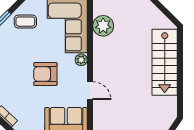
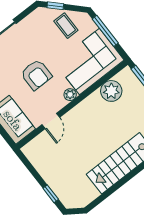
armchair: (45, 74) -> (36, 75), turned 180

